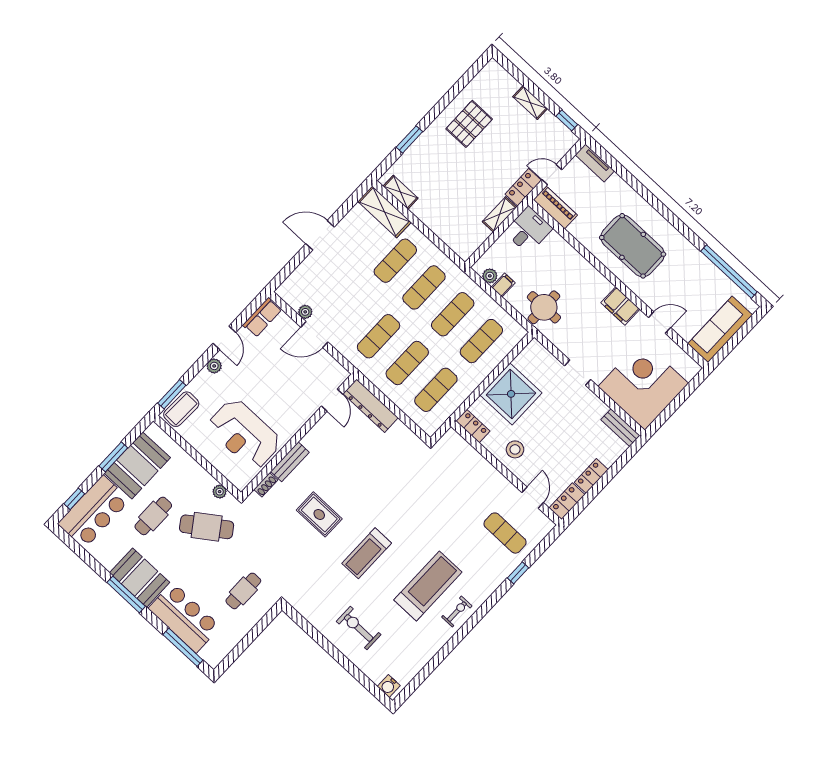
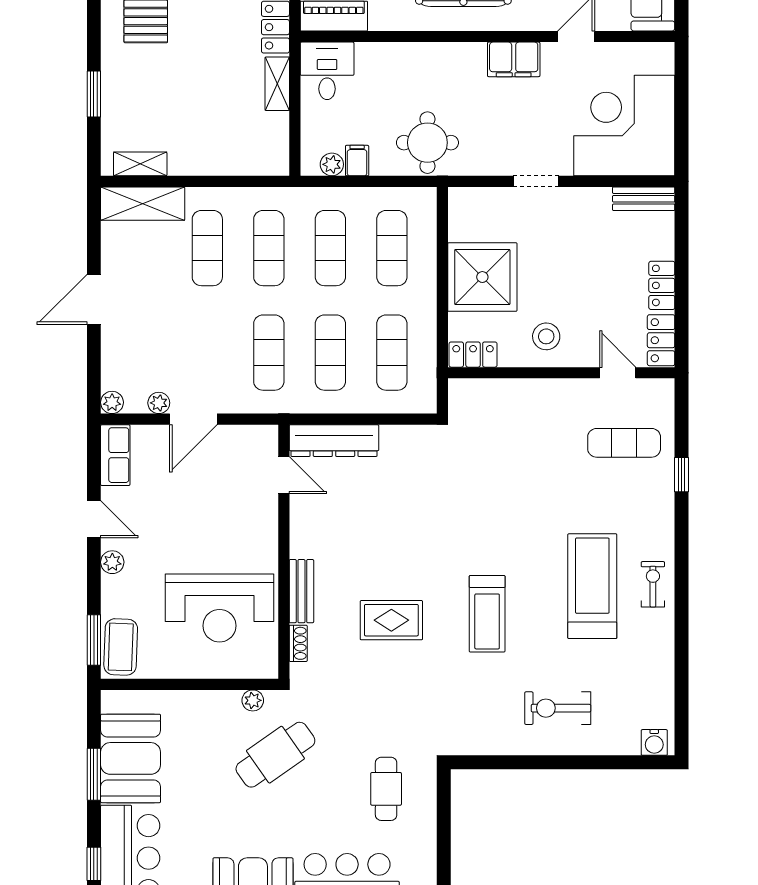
plant: (284, 291) -> (112, 402), added
cafe table: (153, 516) -> (203, 799), removed

